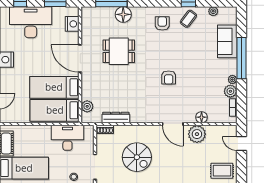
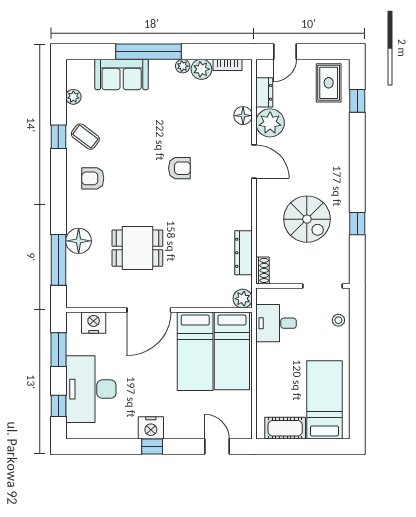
dining table: (119, 51) -> (137, 248), turned 90
plant: (87, 106) -> (243, 299), moved
door: (173, 124) -> (254, 162), hinge flipped
dresser: (216, 130) -> (264, 92), added
desk: (67, 138) -> (276, 323), width x0.73
spiral stairs: (137, 157) -> (307, 219), turned 90

